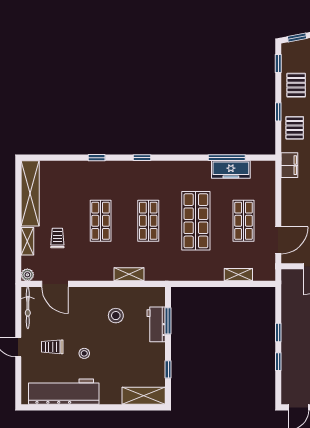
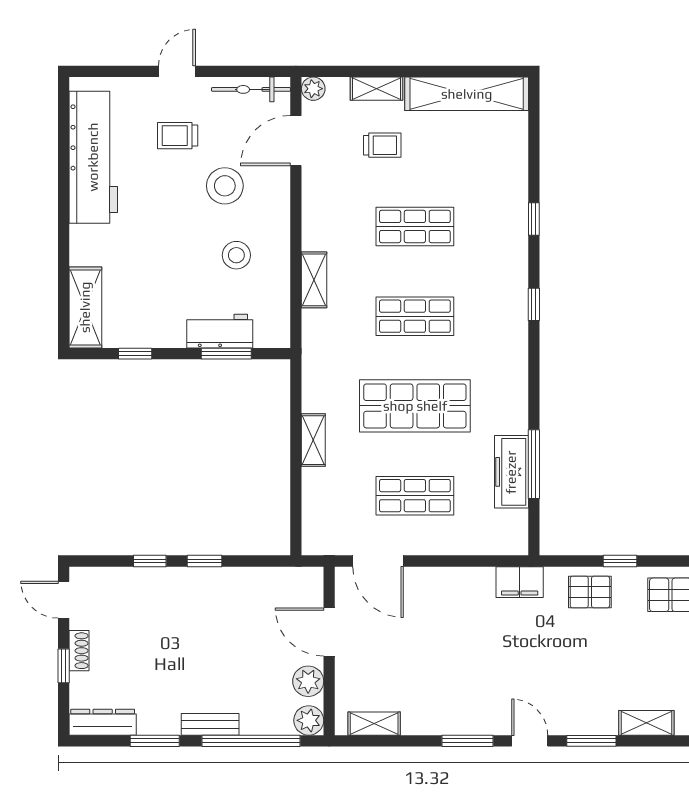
shelving: (238, 275) -> (313, 440), moved
trolley: (52, 347) -> (178, 136), turned -90
stool: (84, 353) -> (225, 186), moved, width x1.89, depth x1.89

